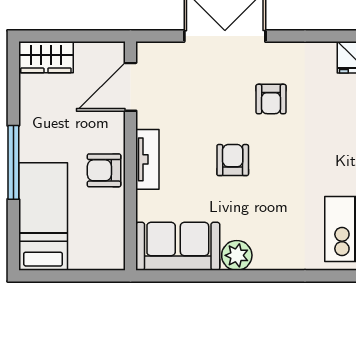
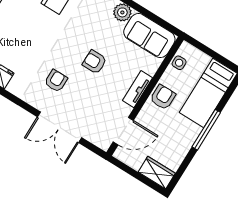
armchair: (233, 160) -> (95, 62), turned 90
armchair: (104, 170) -> (163, 97), turned -90
side table: (111, 234) -> (179, 63), added

